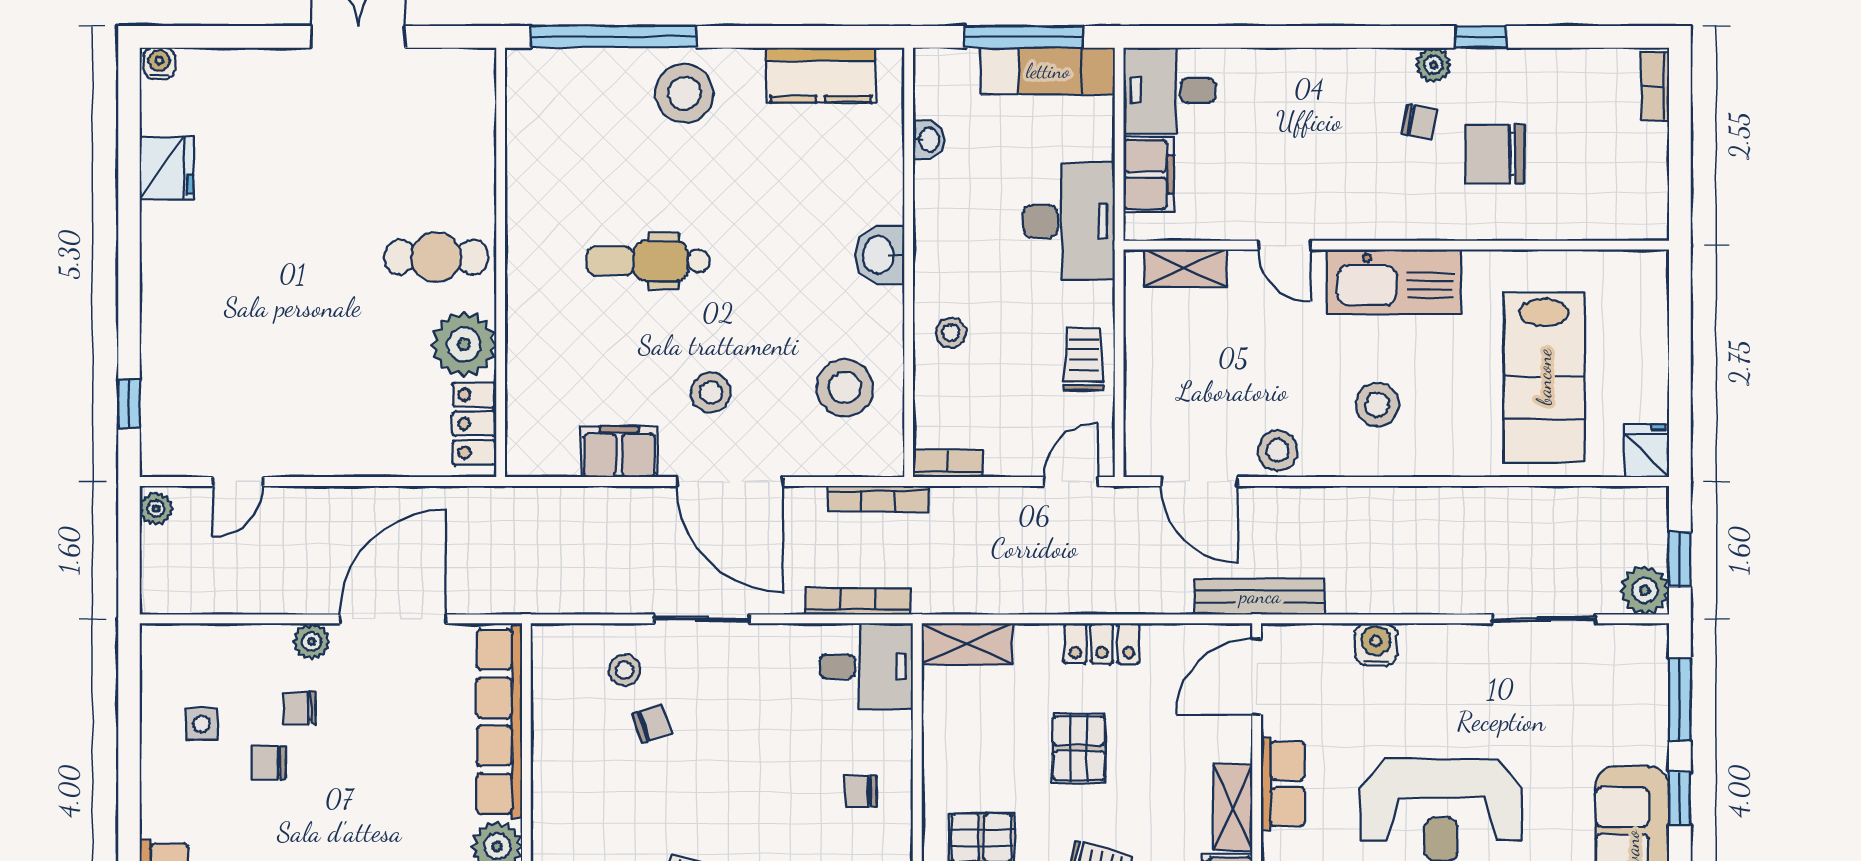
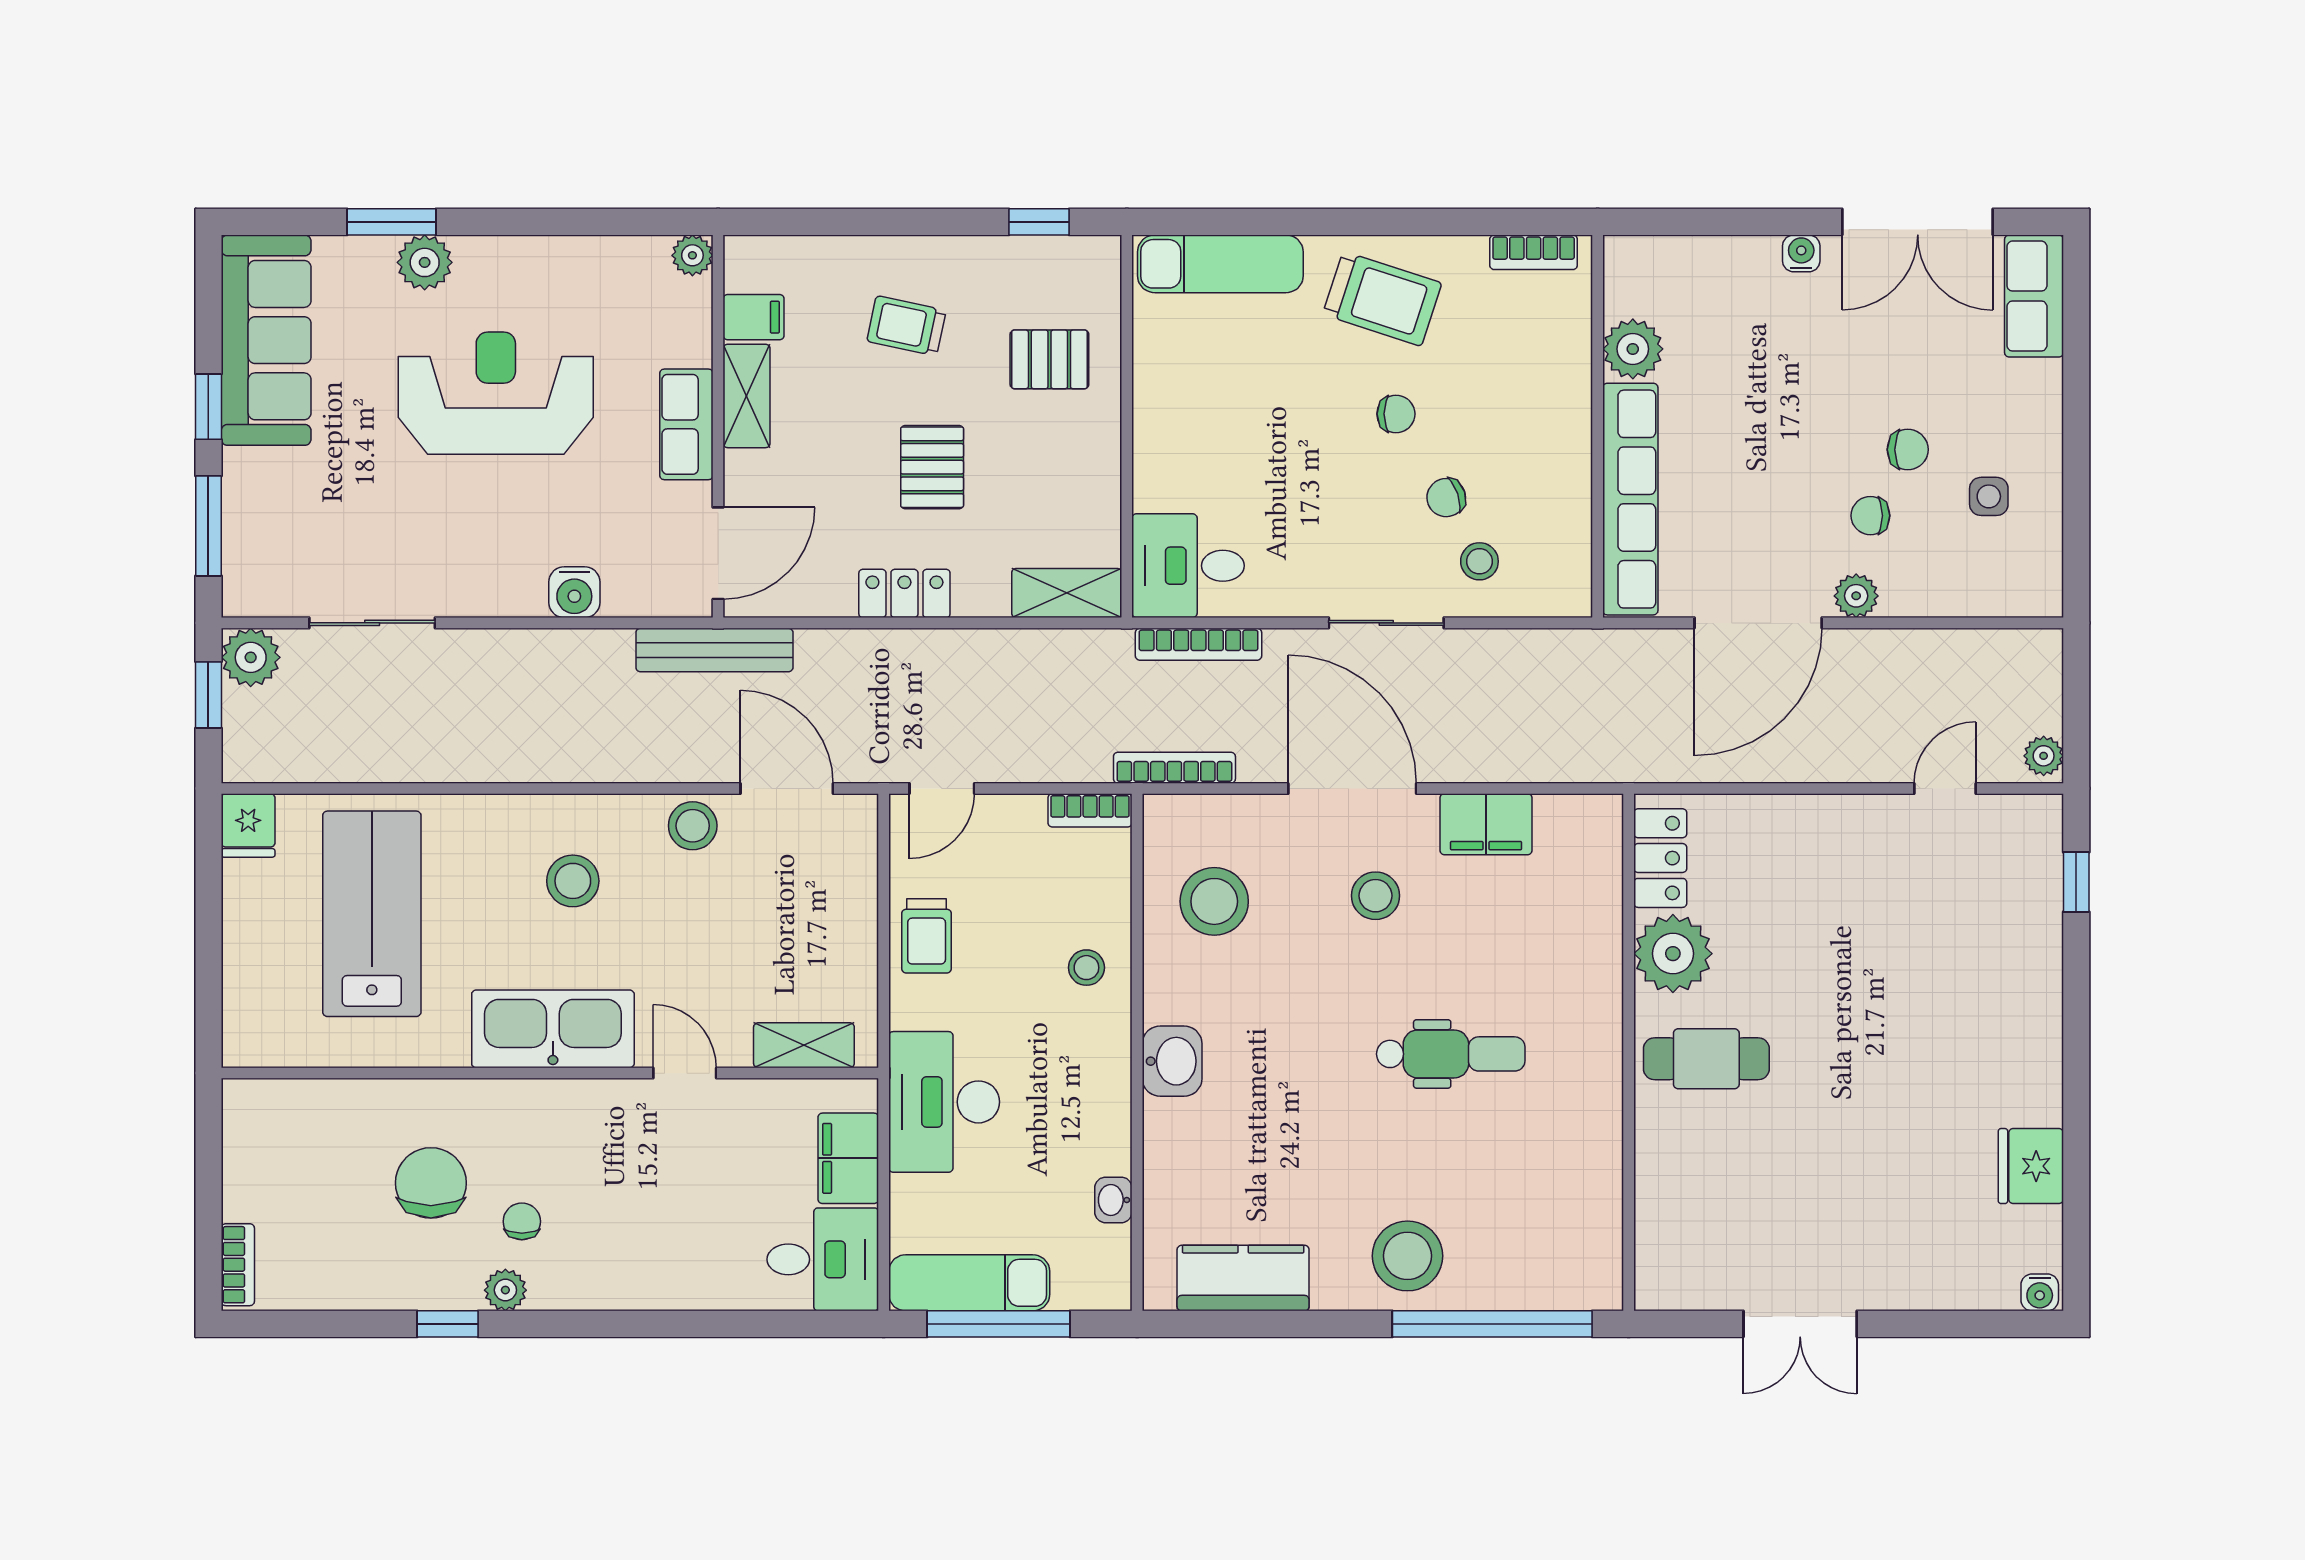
chair: (1420, 122) -> (522, 1221), turned 80
chair: (1495, 154) -> (431, 1183), turned -90
chair: (300, 708) -> (1870, 516), turned 180
chair: (861, 791) -> (1396, 414), moved

